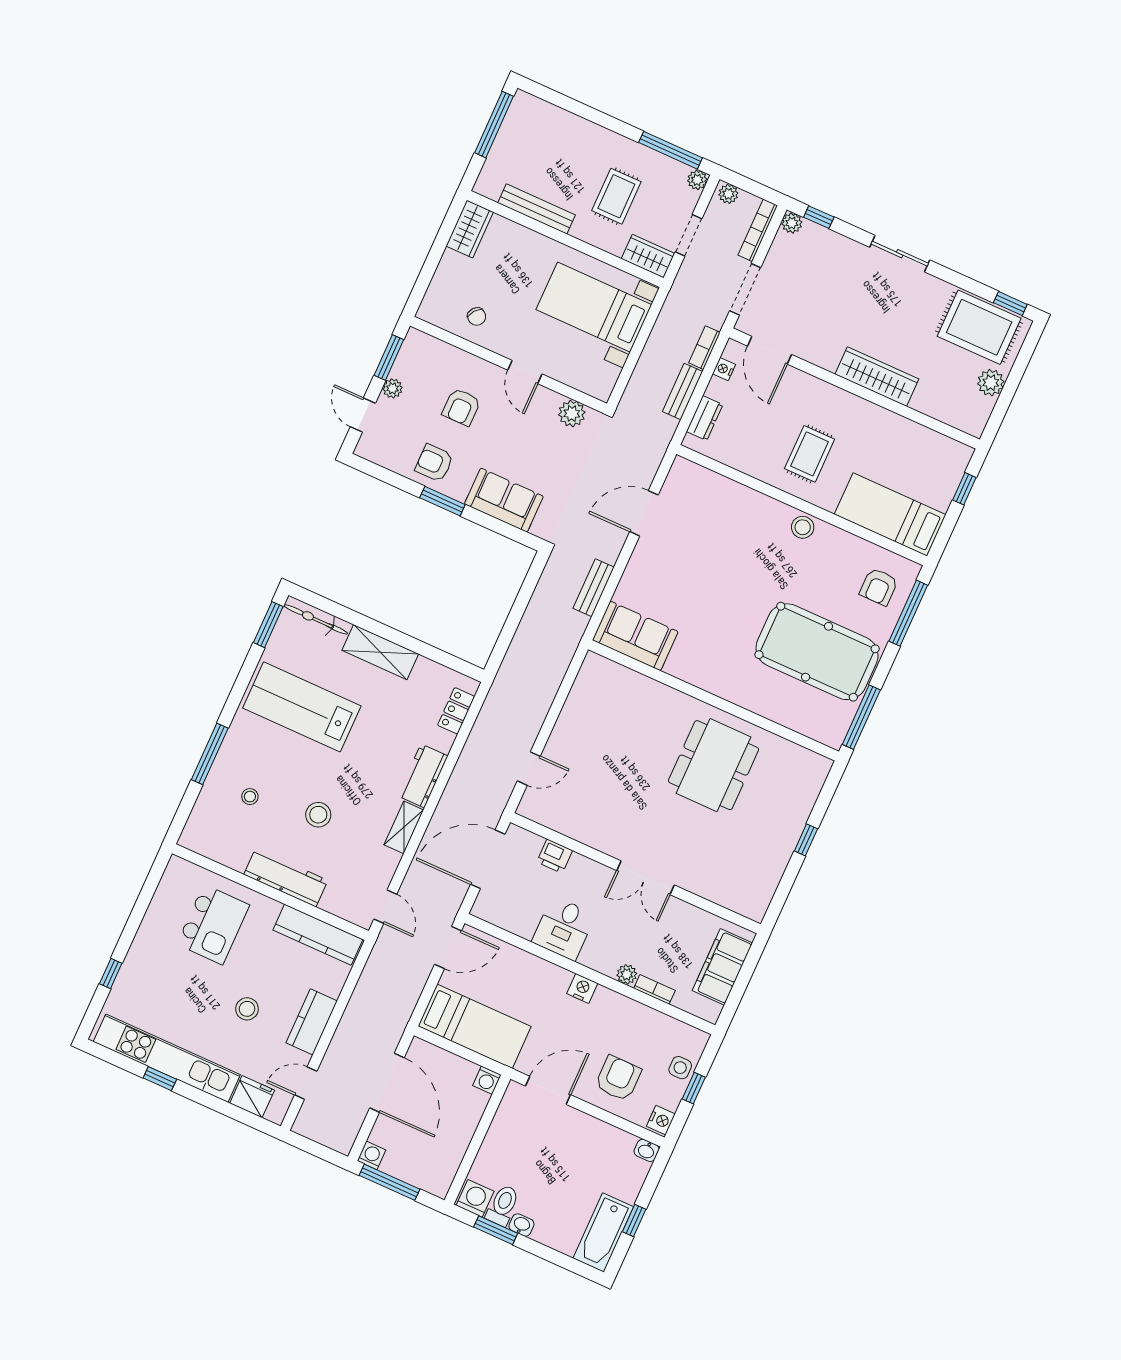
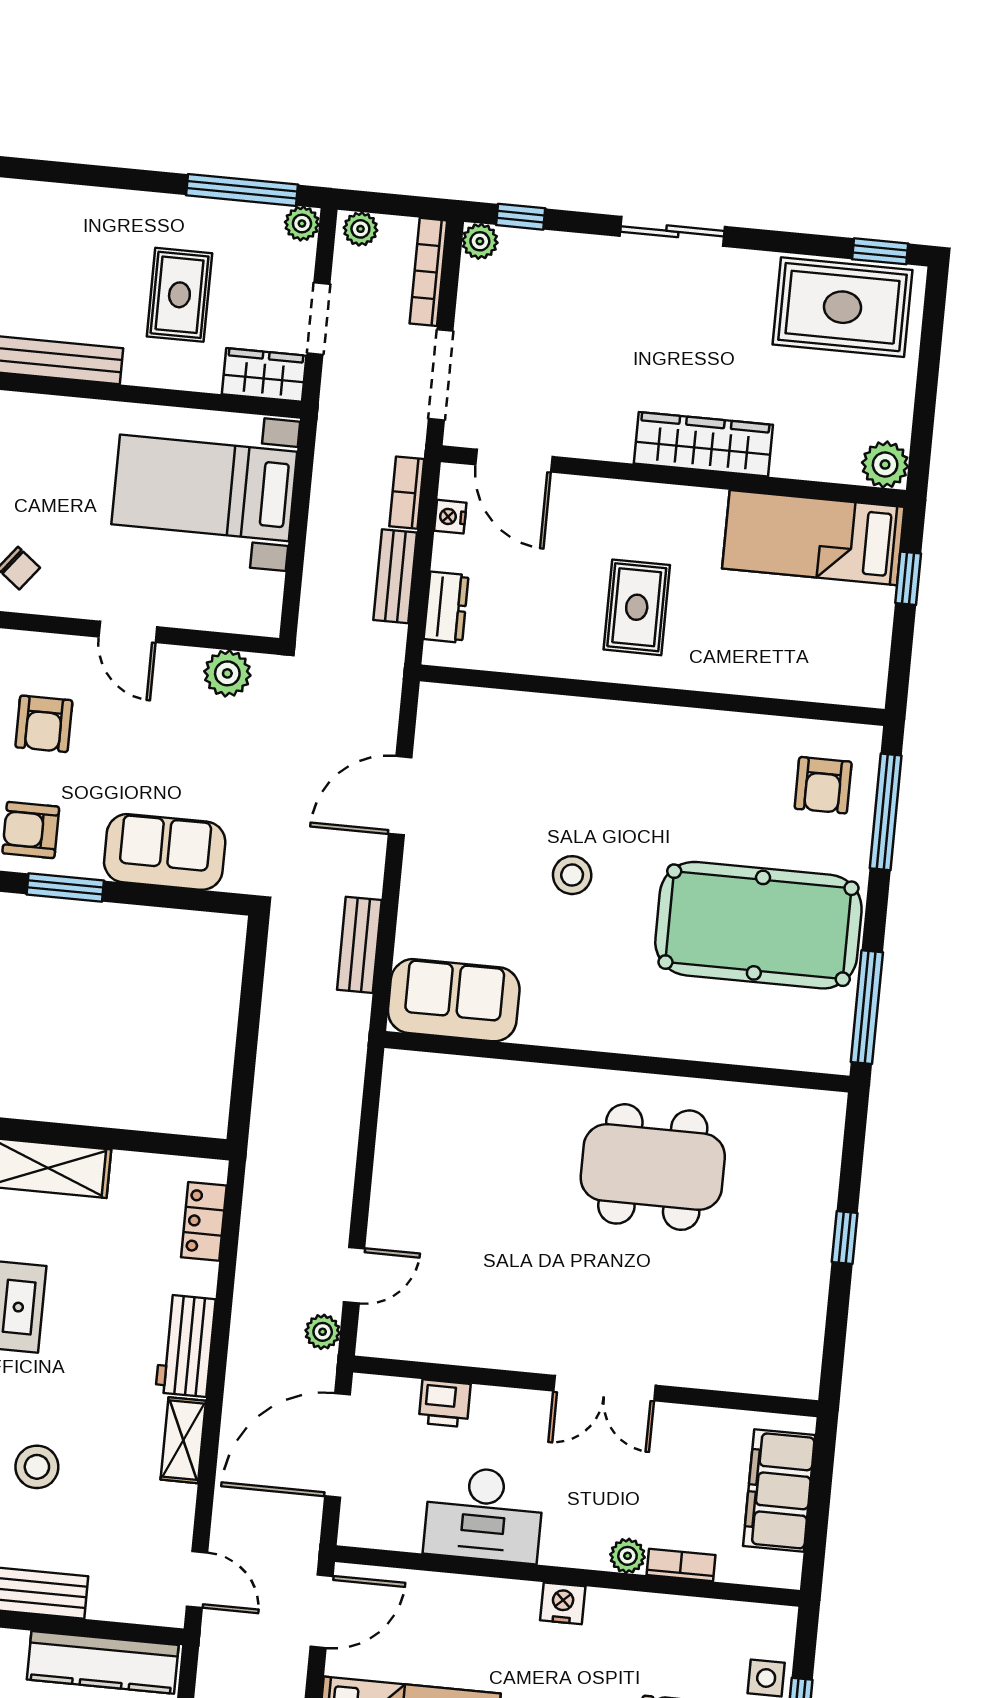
plant: (991, 383) -> (885, 465), moved
bed: (890, 515) -> (813, 538), moved
stool: (803, 527) -> (572, 875), moved
dining table: (714, 765) -> (653, 1167), turned 90
plant: (501, 794) -> (323, 1332), added
desk: (564, 928) -> (484, 1514), width x1.37

